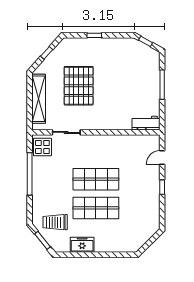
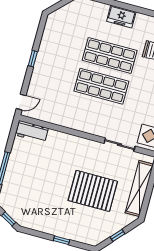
pallet: (79, 86) -> (93, 191), turned 90
door: (162, 158) -> (21, 102), moved
freezer: (82, 245) -> (121, 16), moved

